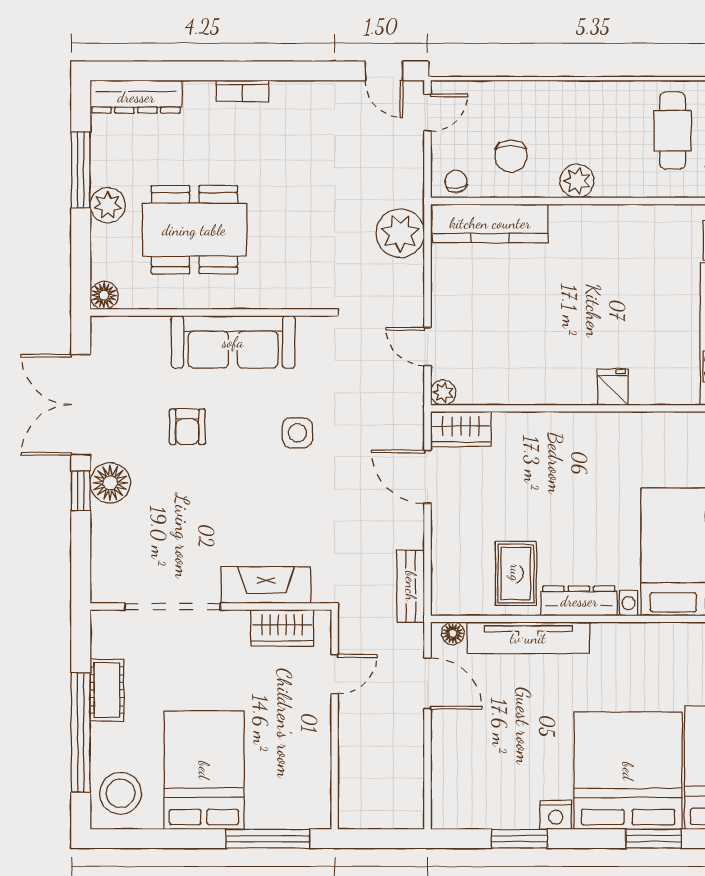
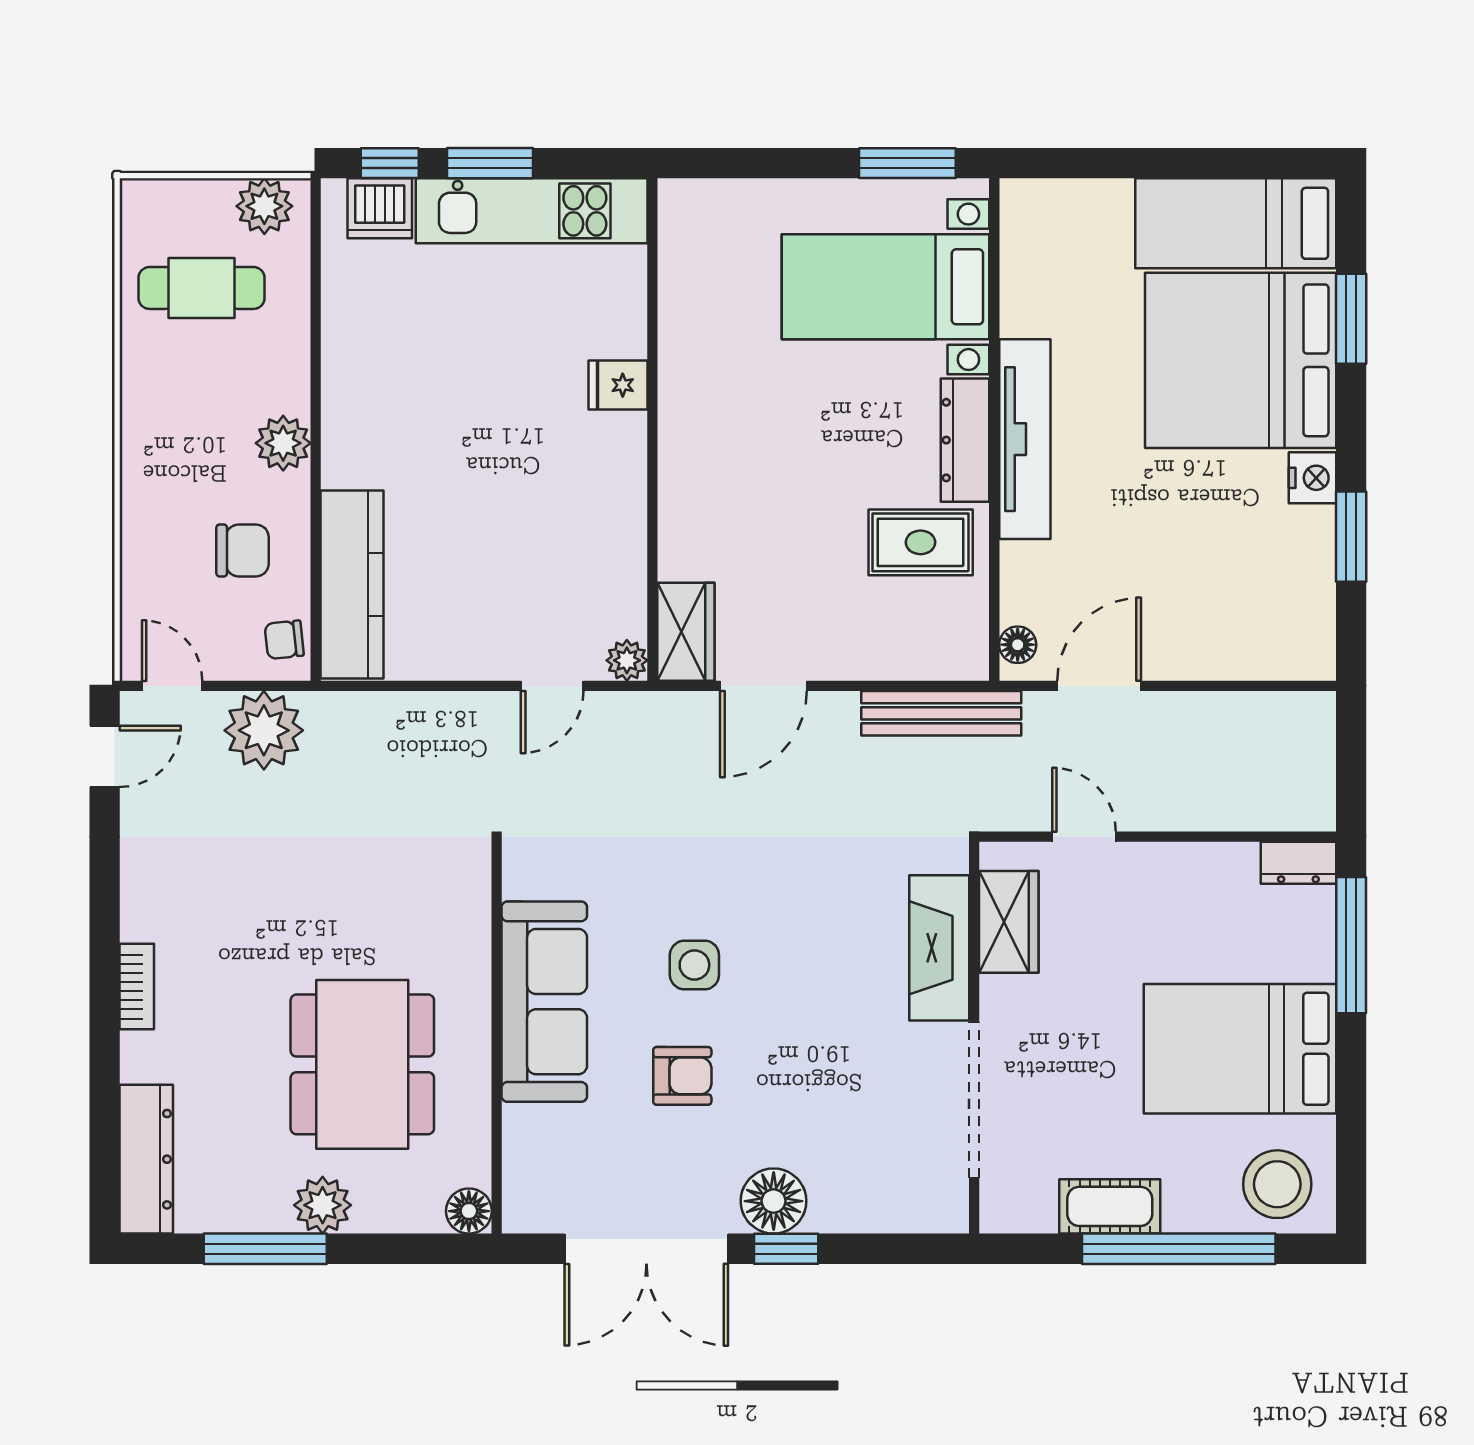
plant: (400, 233) -> (264, 730), moved
side table: (297, 433) -> (694, 965), moved
bench: (411, 586) -> (941, 713), width x1.36
tv unit: (528, 638) -> (1025, 439), moved
dresser: (318, 806) -> (1298, 863), added

